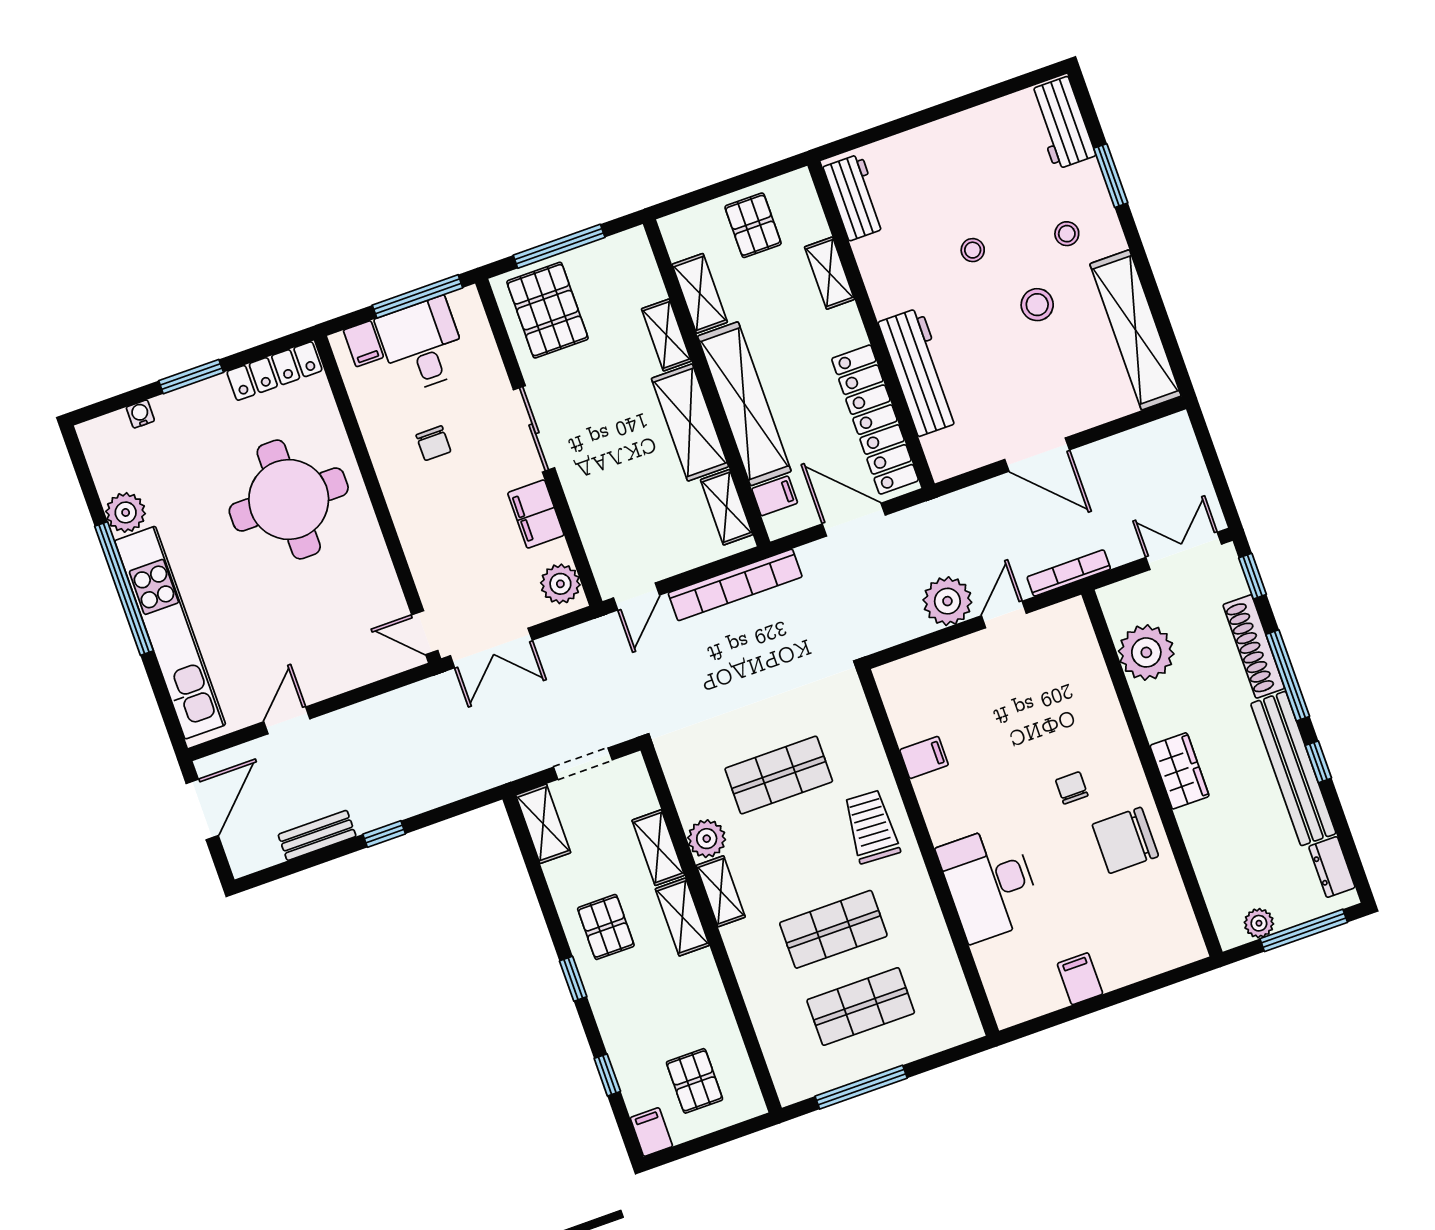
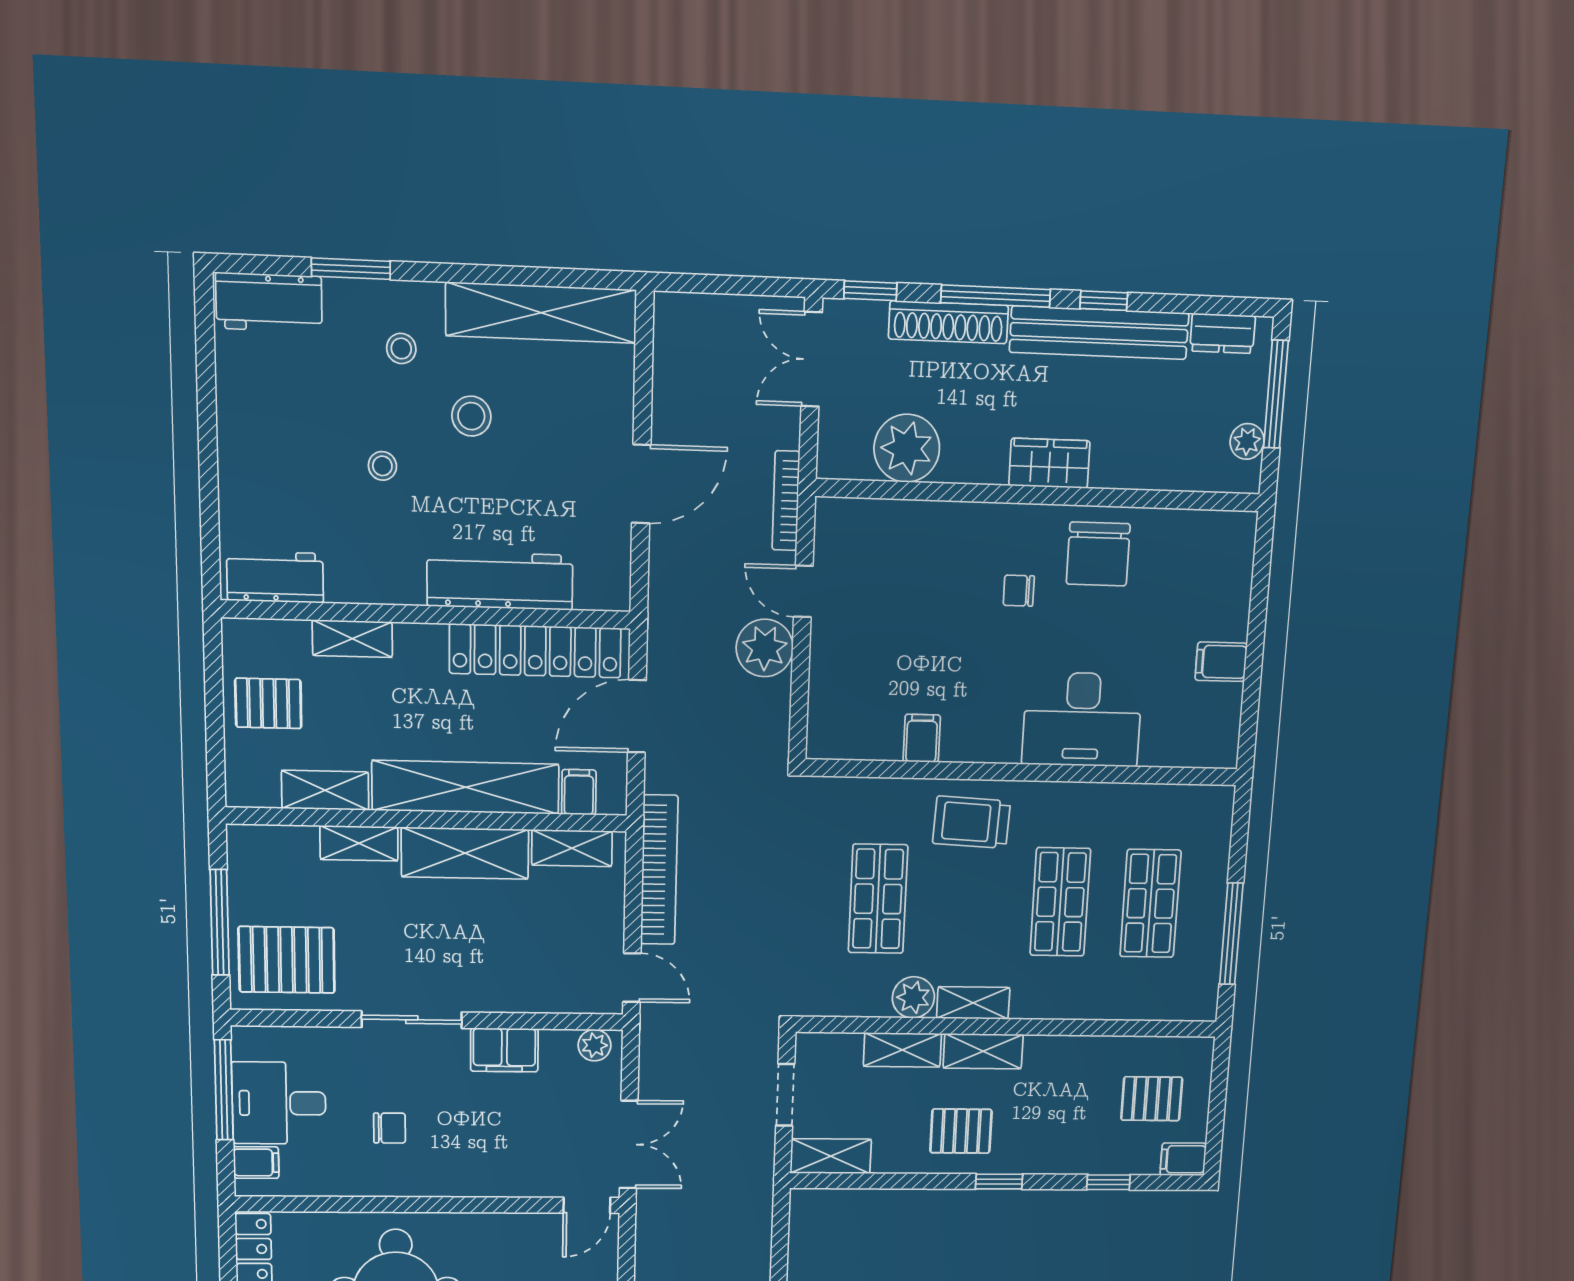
plant: (560, 584) -> (595, 1045), width x0.73, depth x0.73

